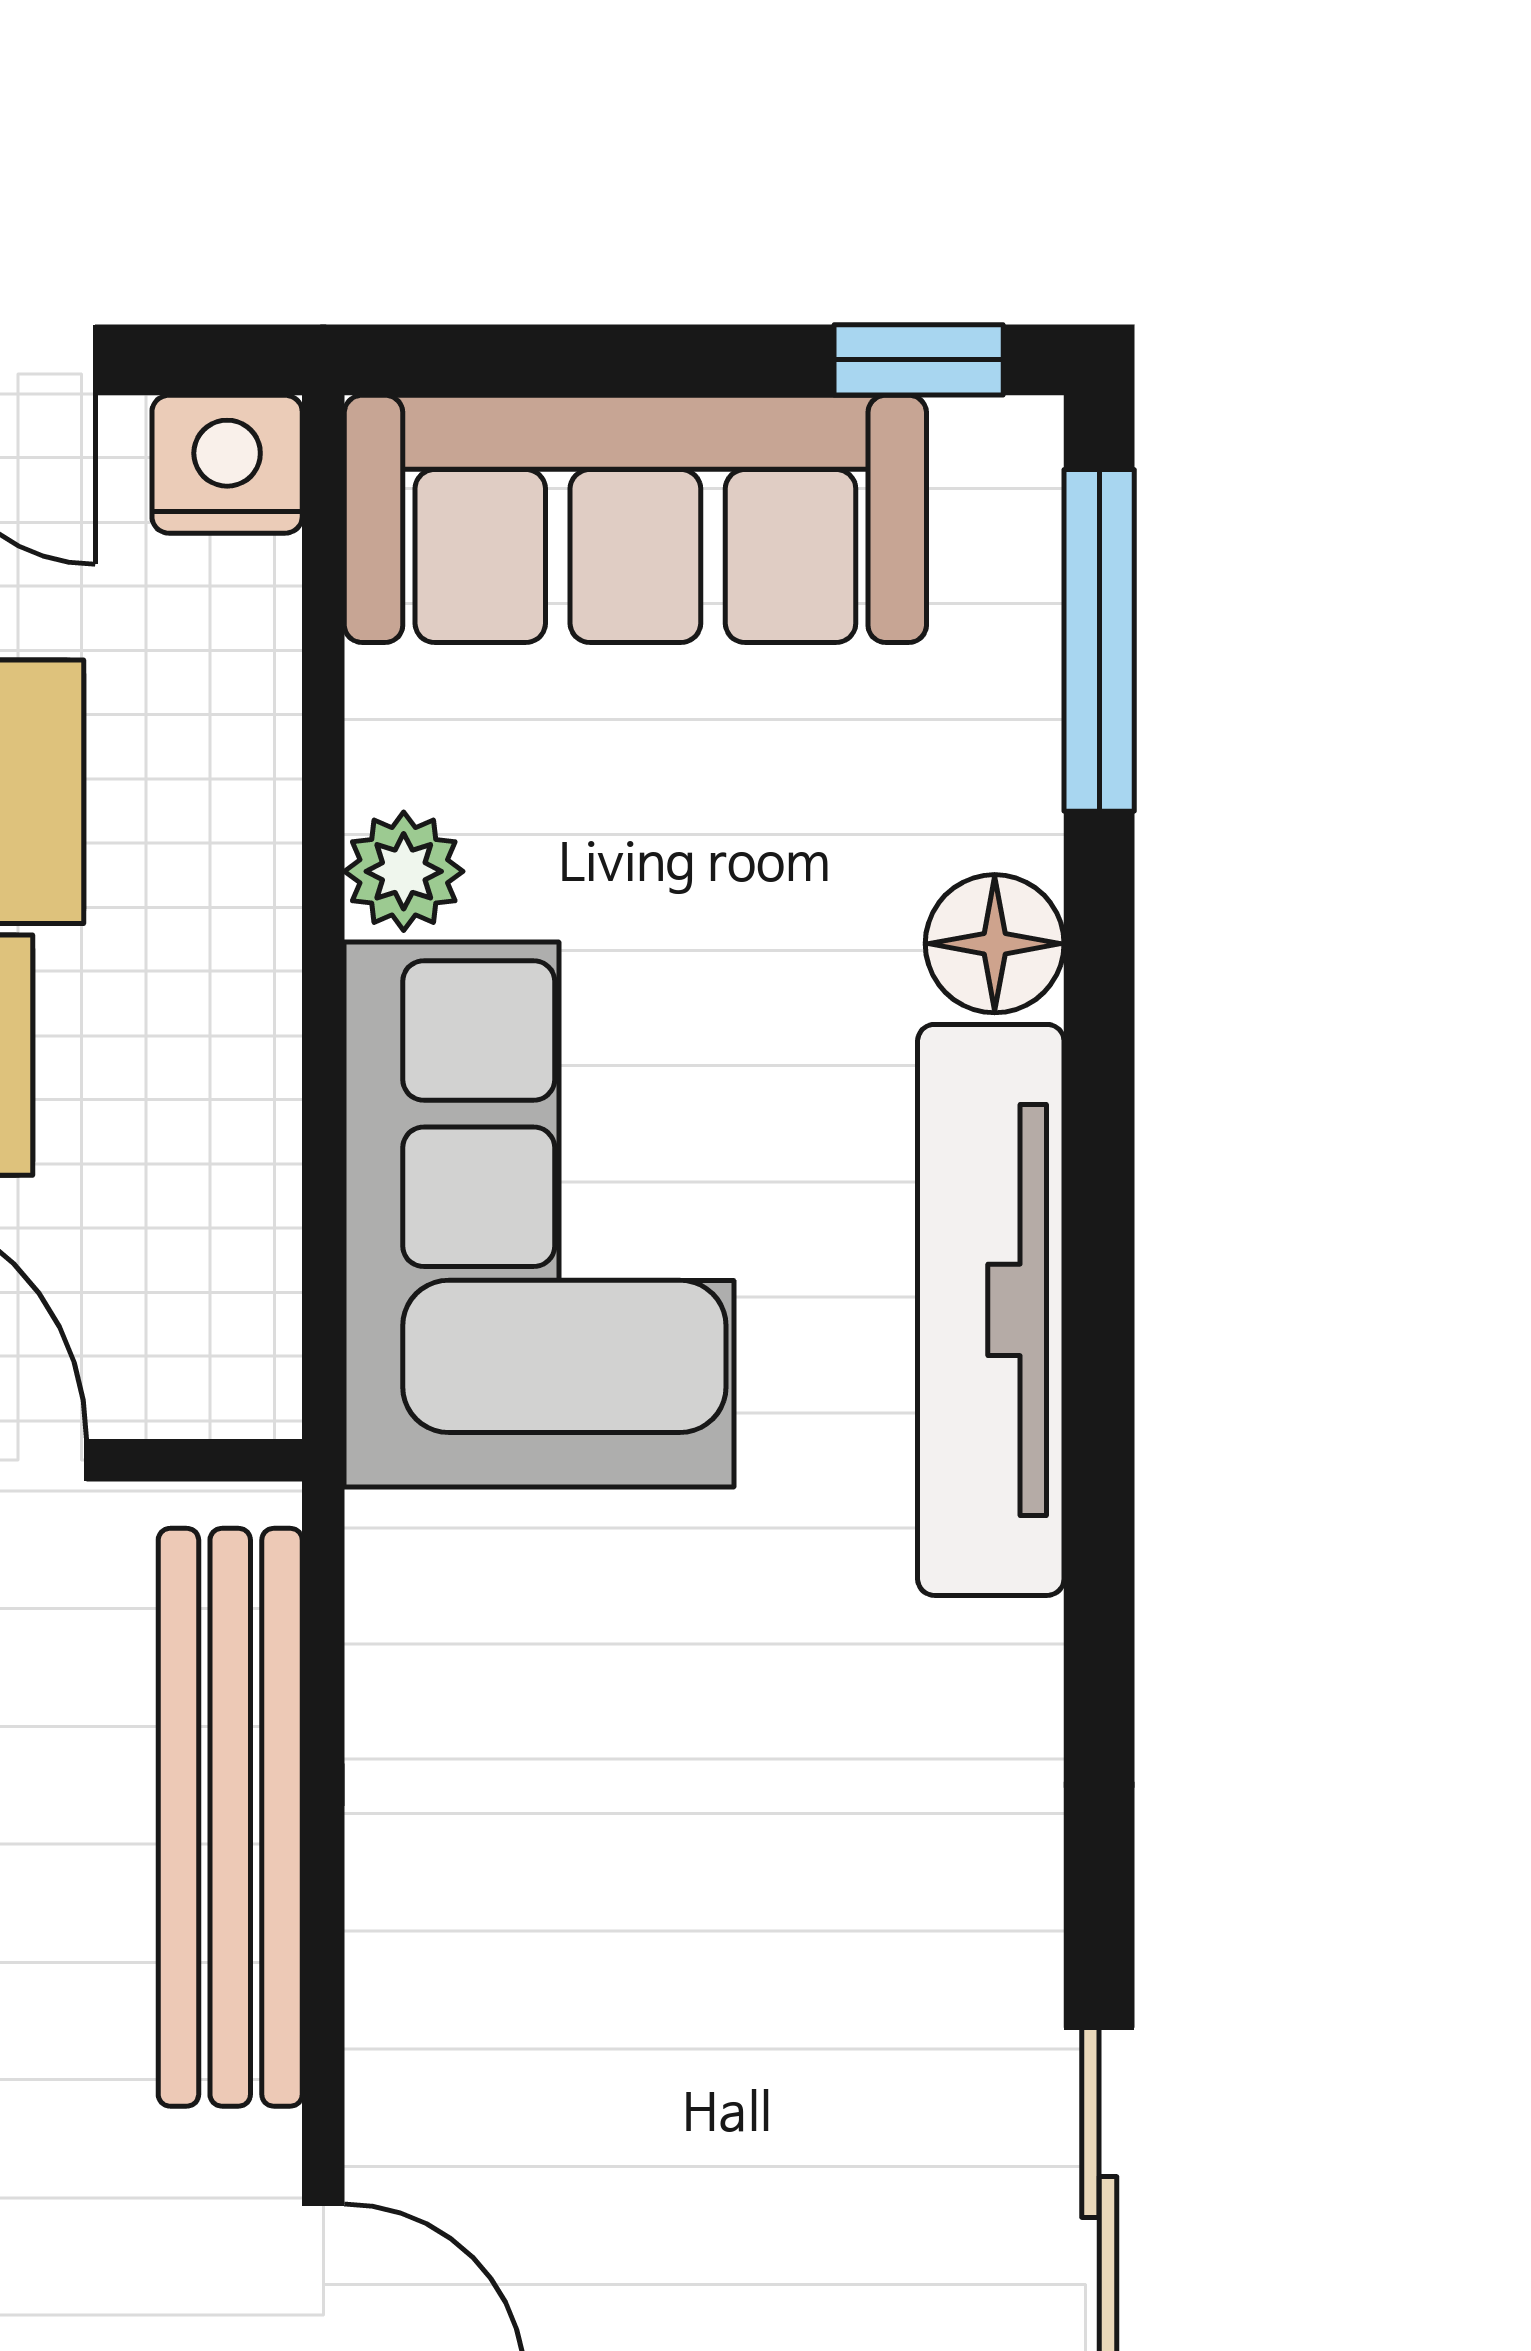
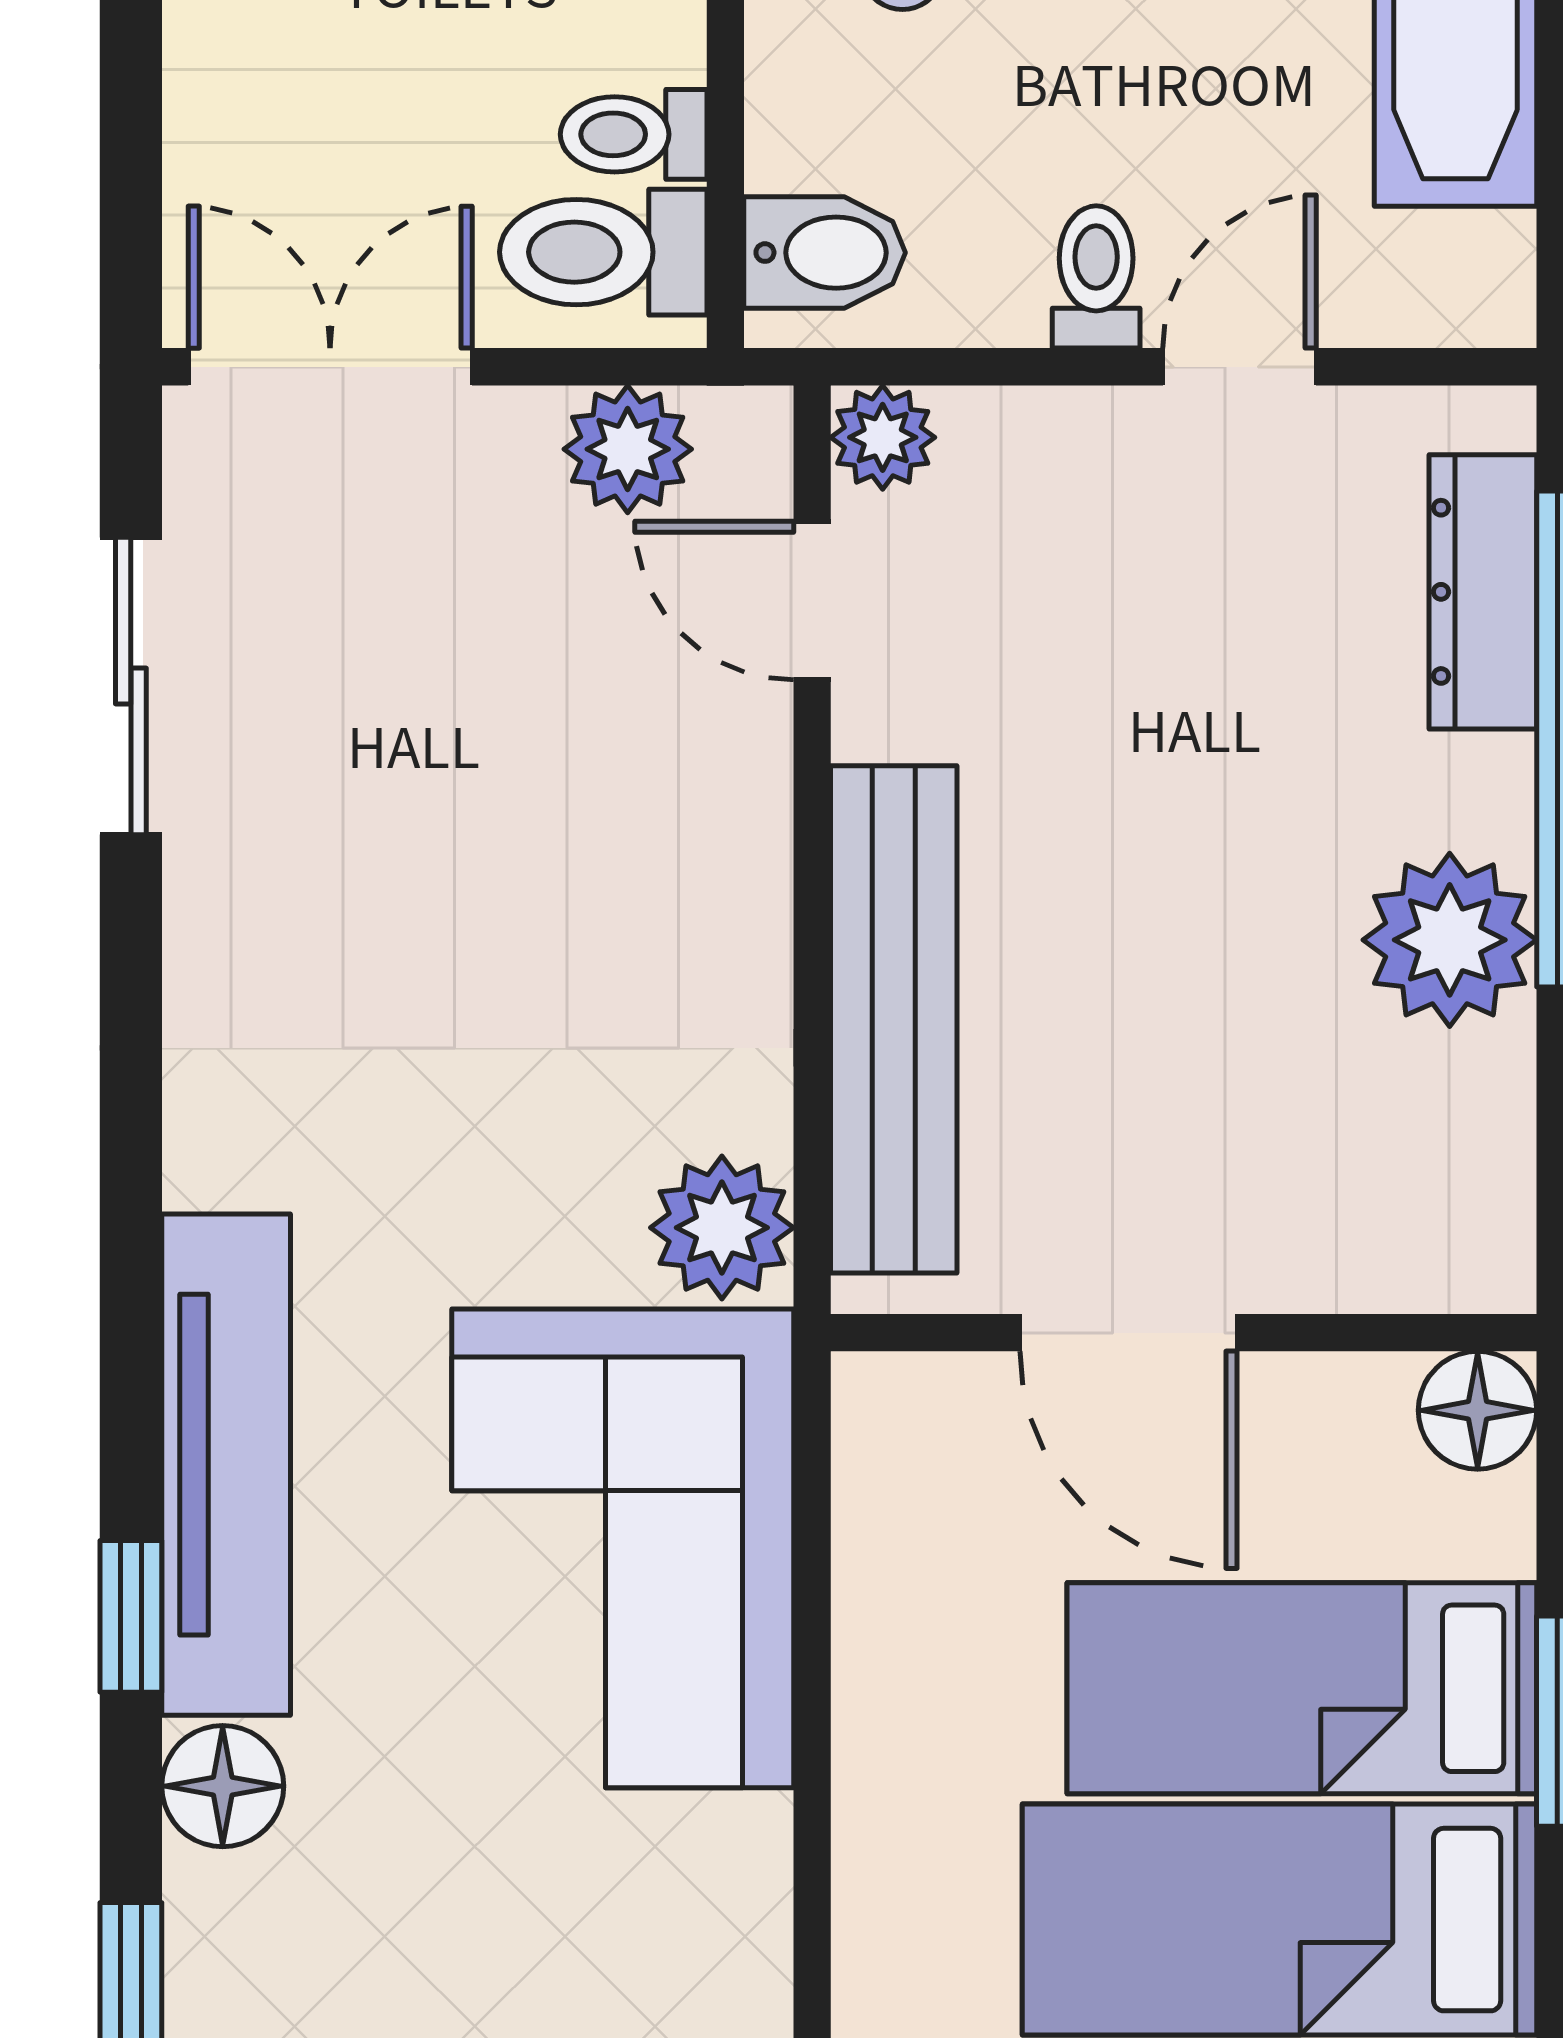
plant: (404, 871) -> (722, 1228), moved, width x1.38, depth x1.38
window: (1099, 1137) -> (131, 1616), added

